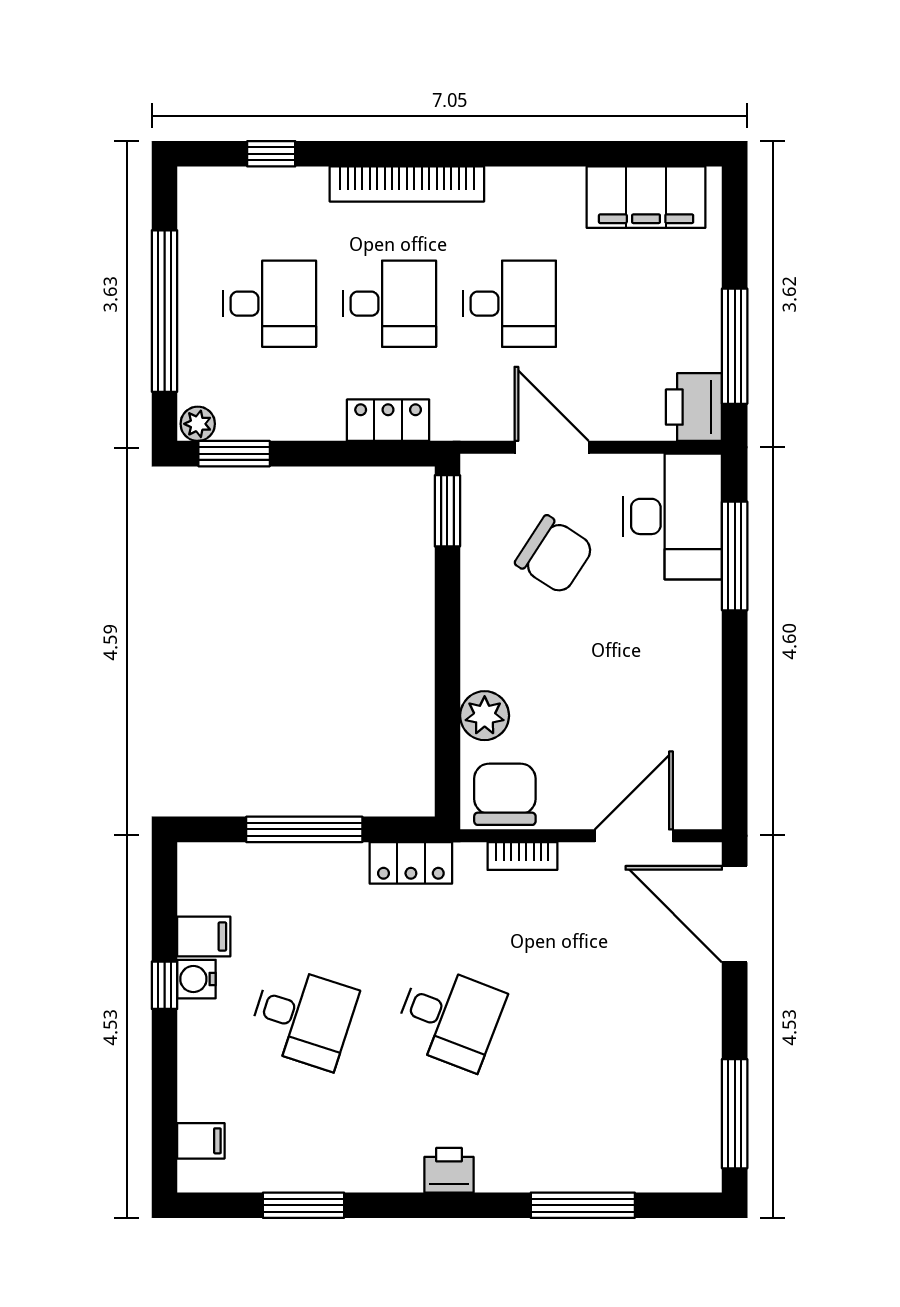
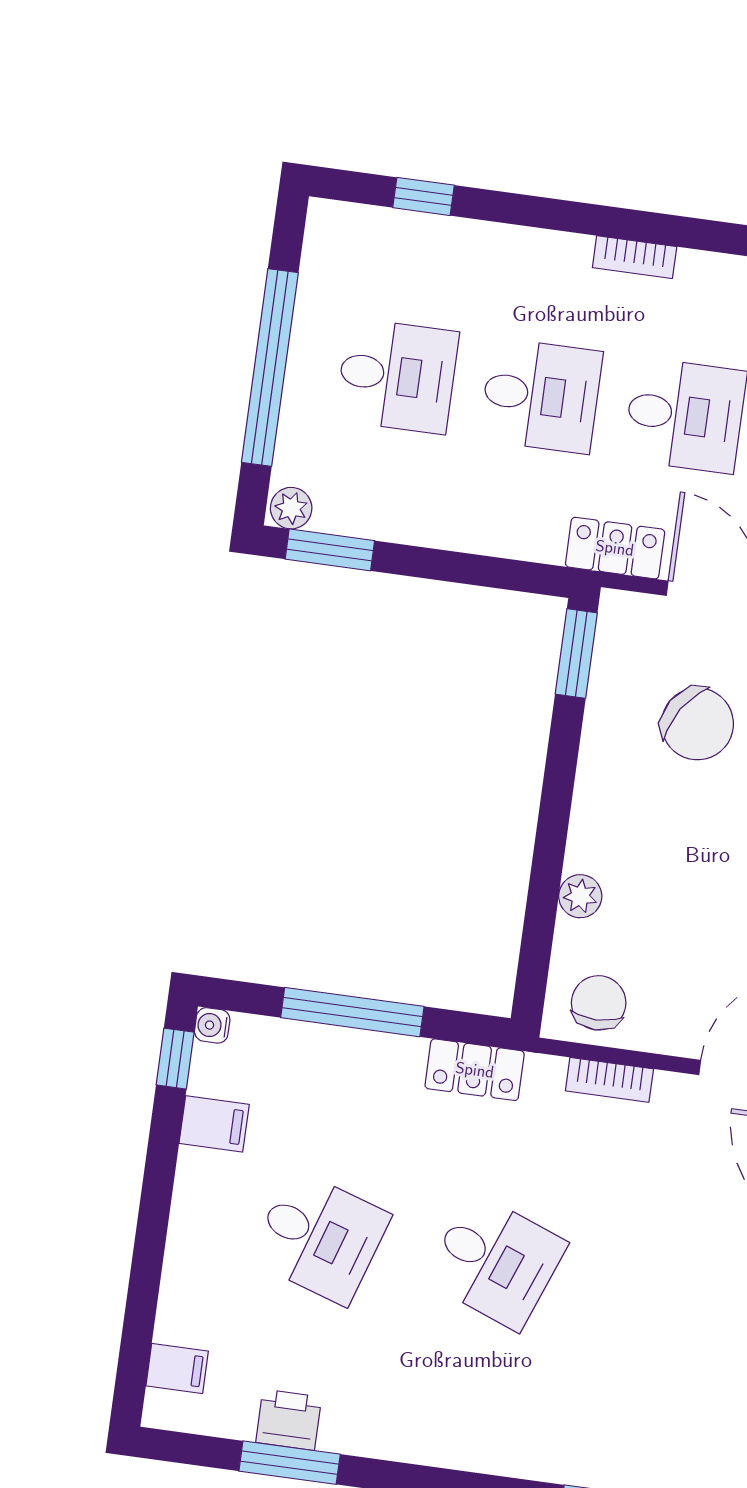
bookcase: (407, 184) -> (635, 257), width x0.43, depth x0.76
locker: (388, 420) -> (615, 548), moved
plant: (485, 716) -> (580, 896), width x0.73, depth x0.73
chair: (505, 794) -> (599, 1003), width x0.73, depth x0.73
water cooler: (196, 979) -> (212, 1025), moved, width x0.72, depth x0.72
window: (165, 985) -> (175, 1059), moved
printer: (449, 1170) -> (289, 1420), moved

